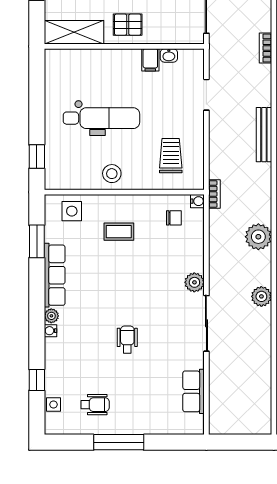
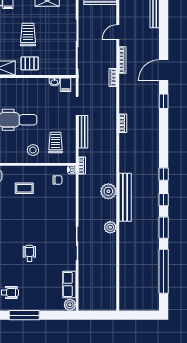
filing cabinet: (150, 60) -> (66, 85), moved
bench: (264, 135) -> (83, 132), moved
stool: (112, 174) -> (33, 150), moved
plant: (194, 282) -> (70, 305), moved

